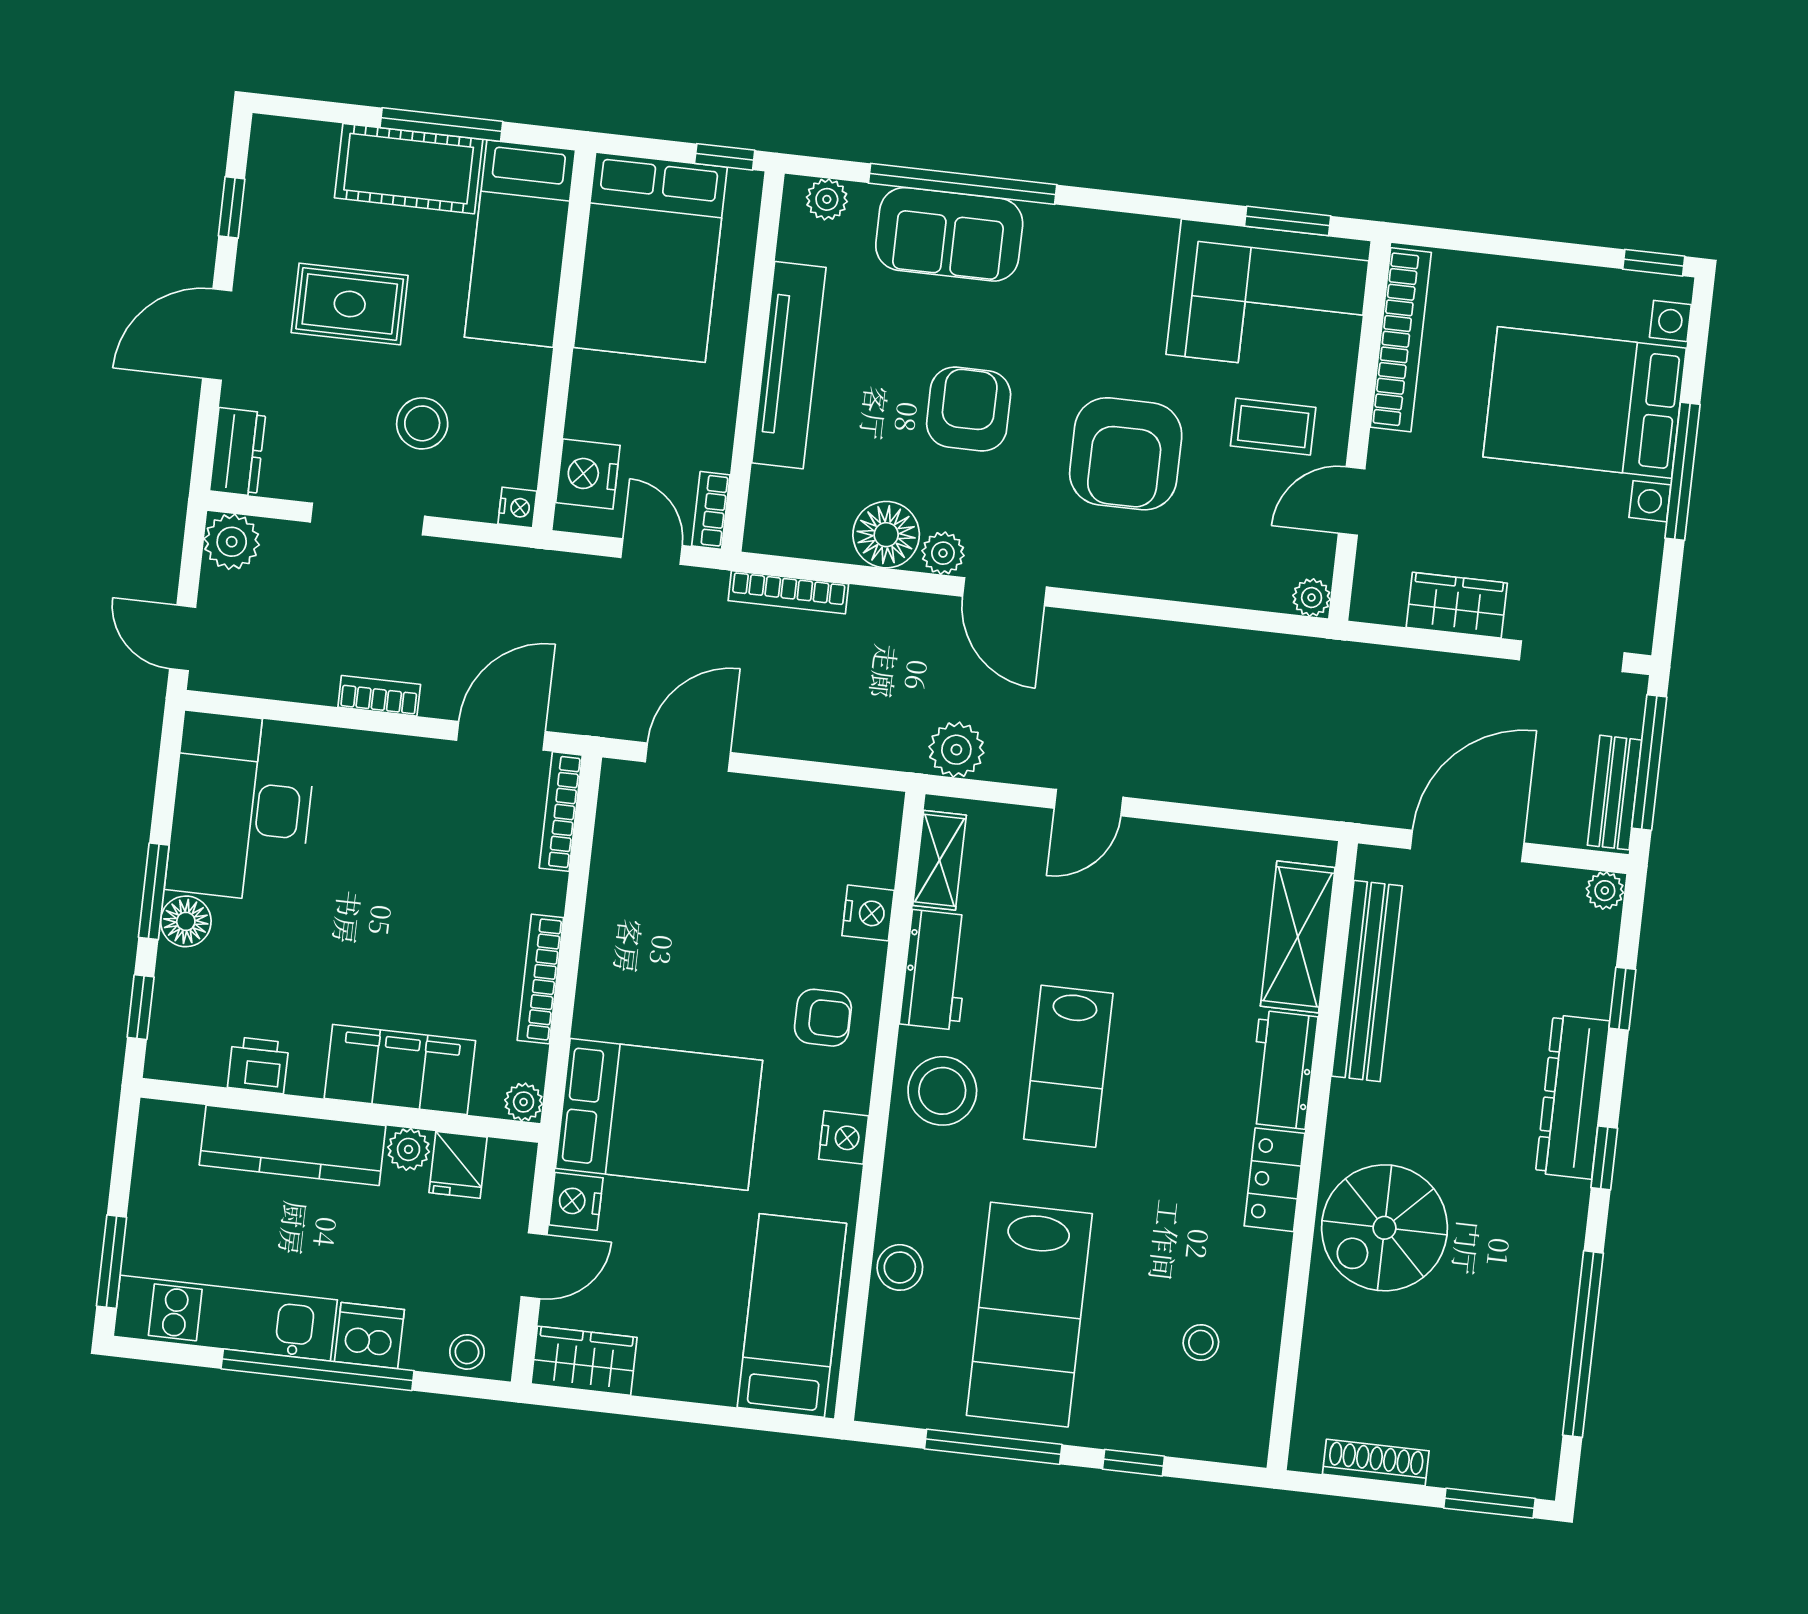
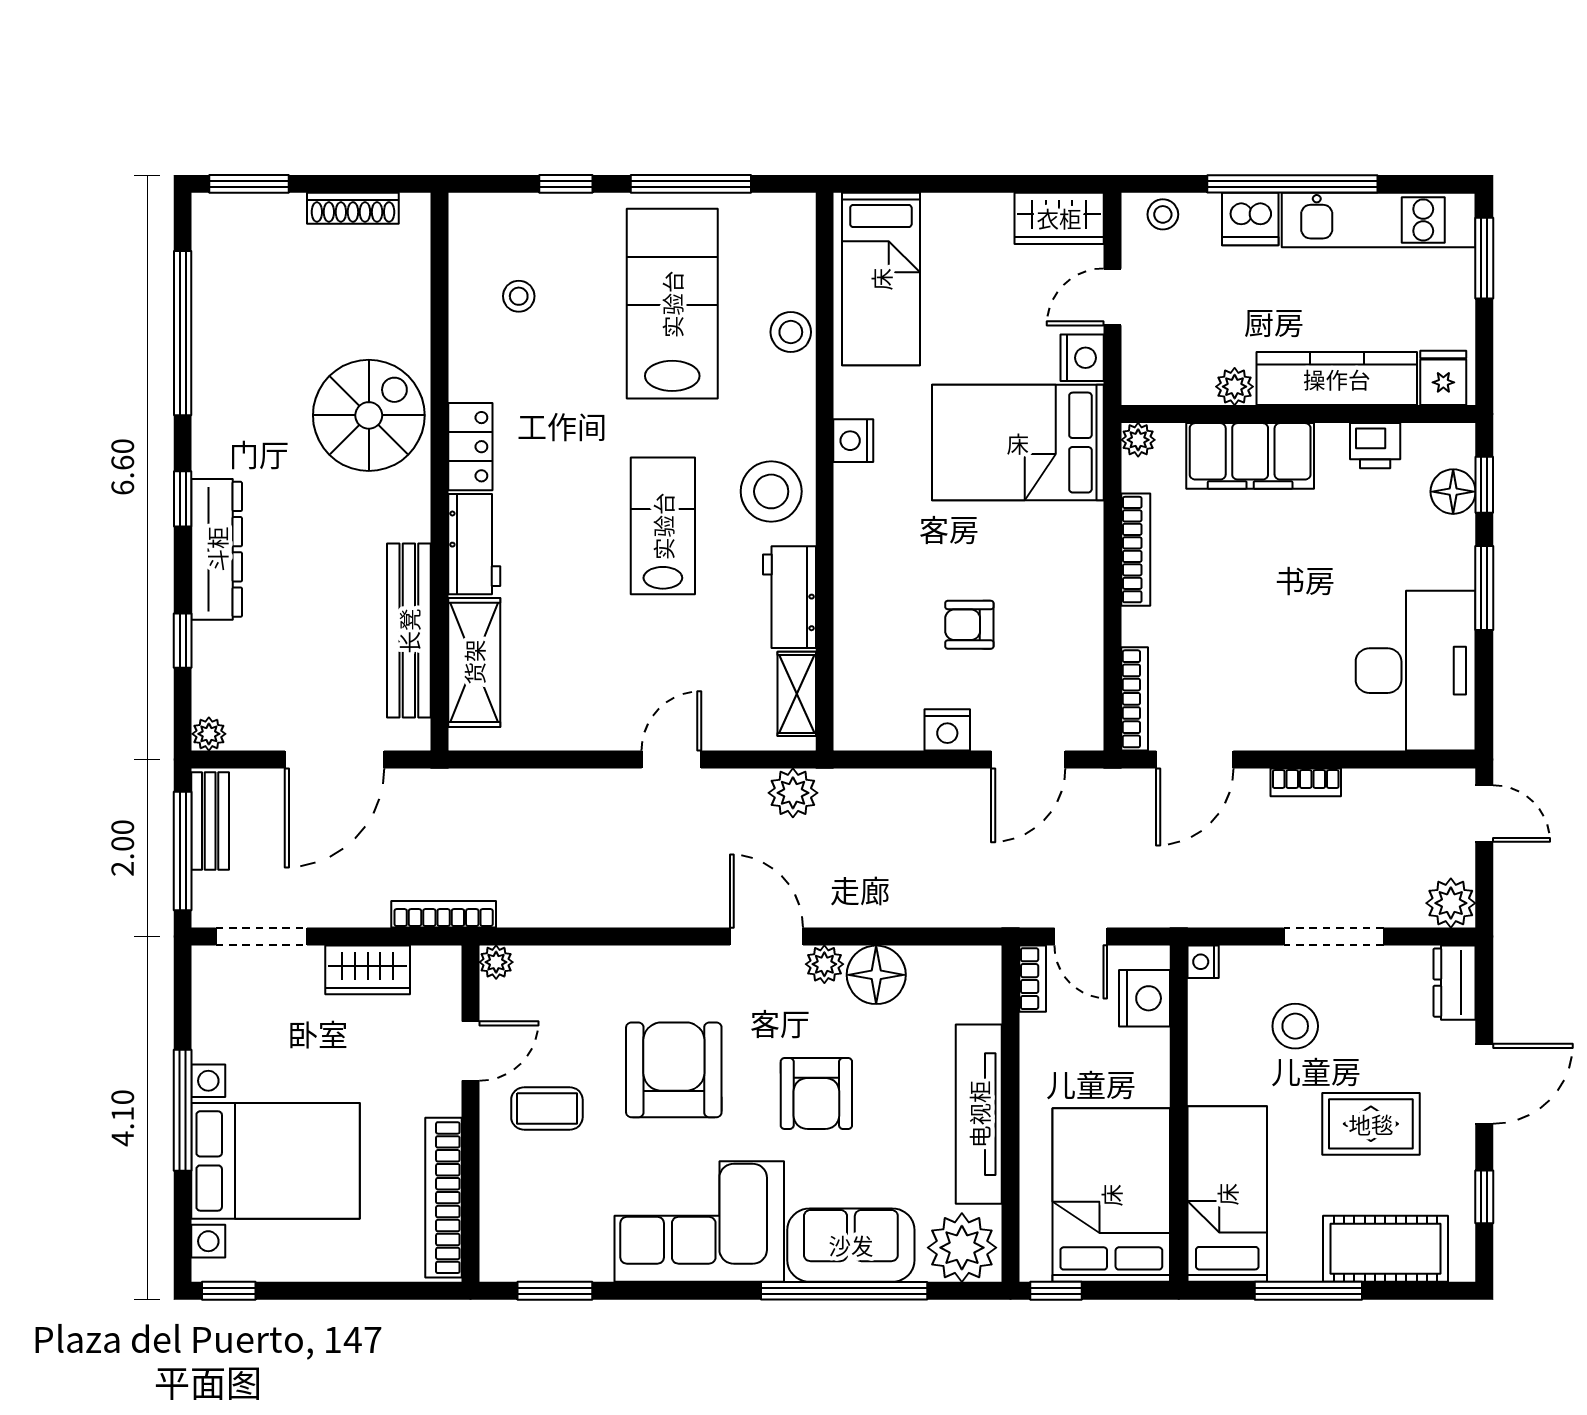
cot: (409, 169) -> (1385, 1249), moved
plant: (827, 199) -> (962, 1248), width x1.88, depth x1.88
corner sofa: (1269, 298) -> (699, 1222), moved
bookcase: (788, 592) -> (444, 914), moved
nightstand: (868, 913) -> (947, 730), moved, turned -90
floor lamp: (186, 921) -> (1453, 492), moved
armchair: (823, 1018) -> (969, 625), moved
fridge: (458, 1165) -> (1443, 378), moved

